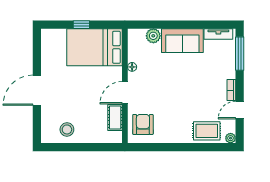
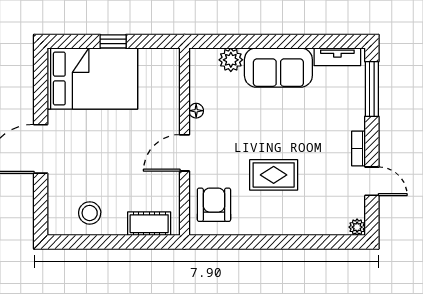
bed: (95, 47) -> (92, 79), moved, turned 180
door: (240, 110) -> (372, 181), swing flipped
cot: (115, 118) -> (149, 224), moved, turned 90
rug: (207, 131) -> (274, 175), moved

